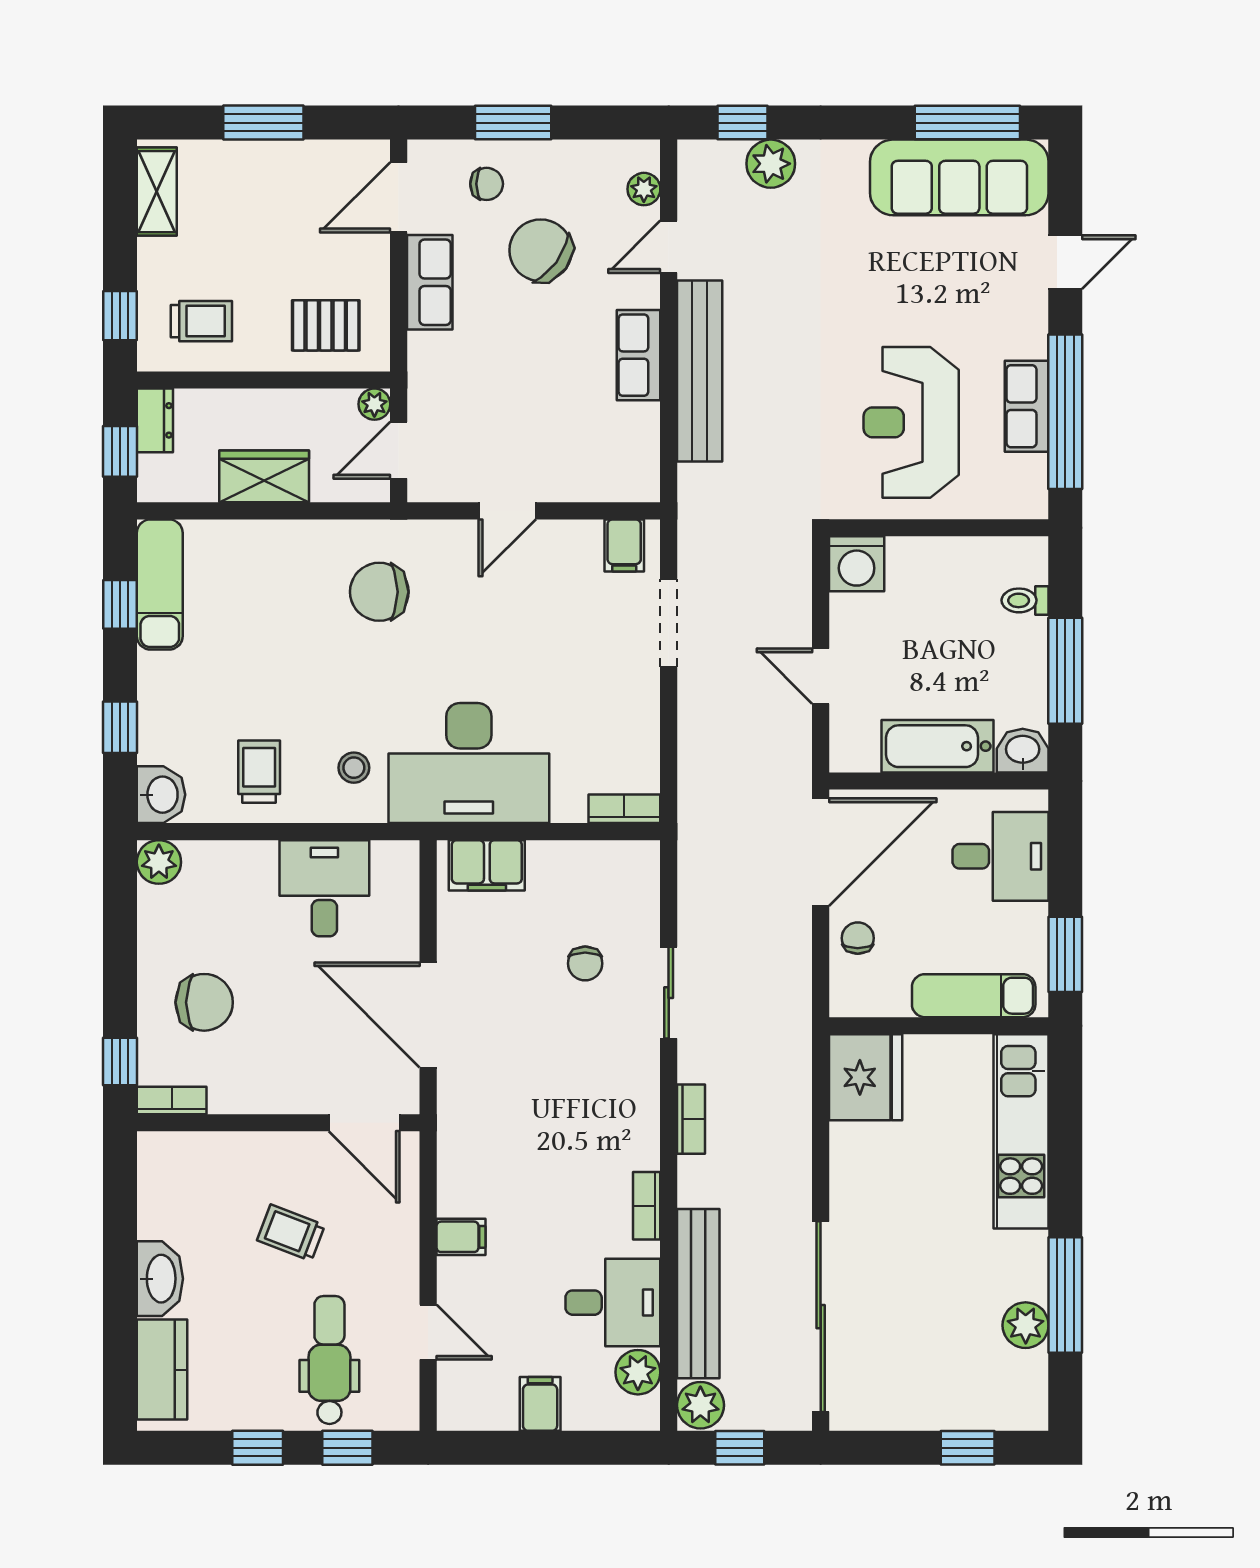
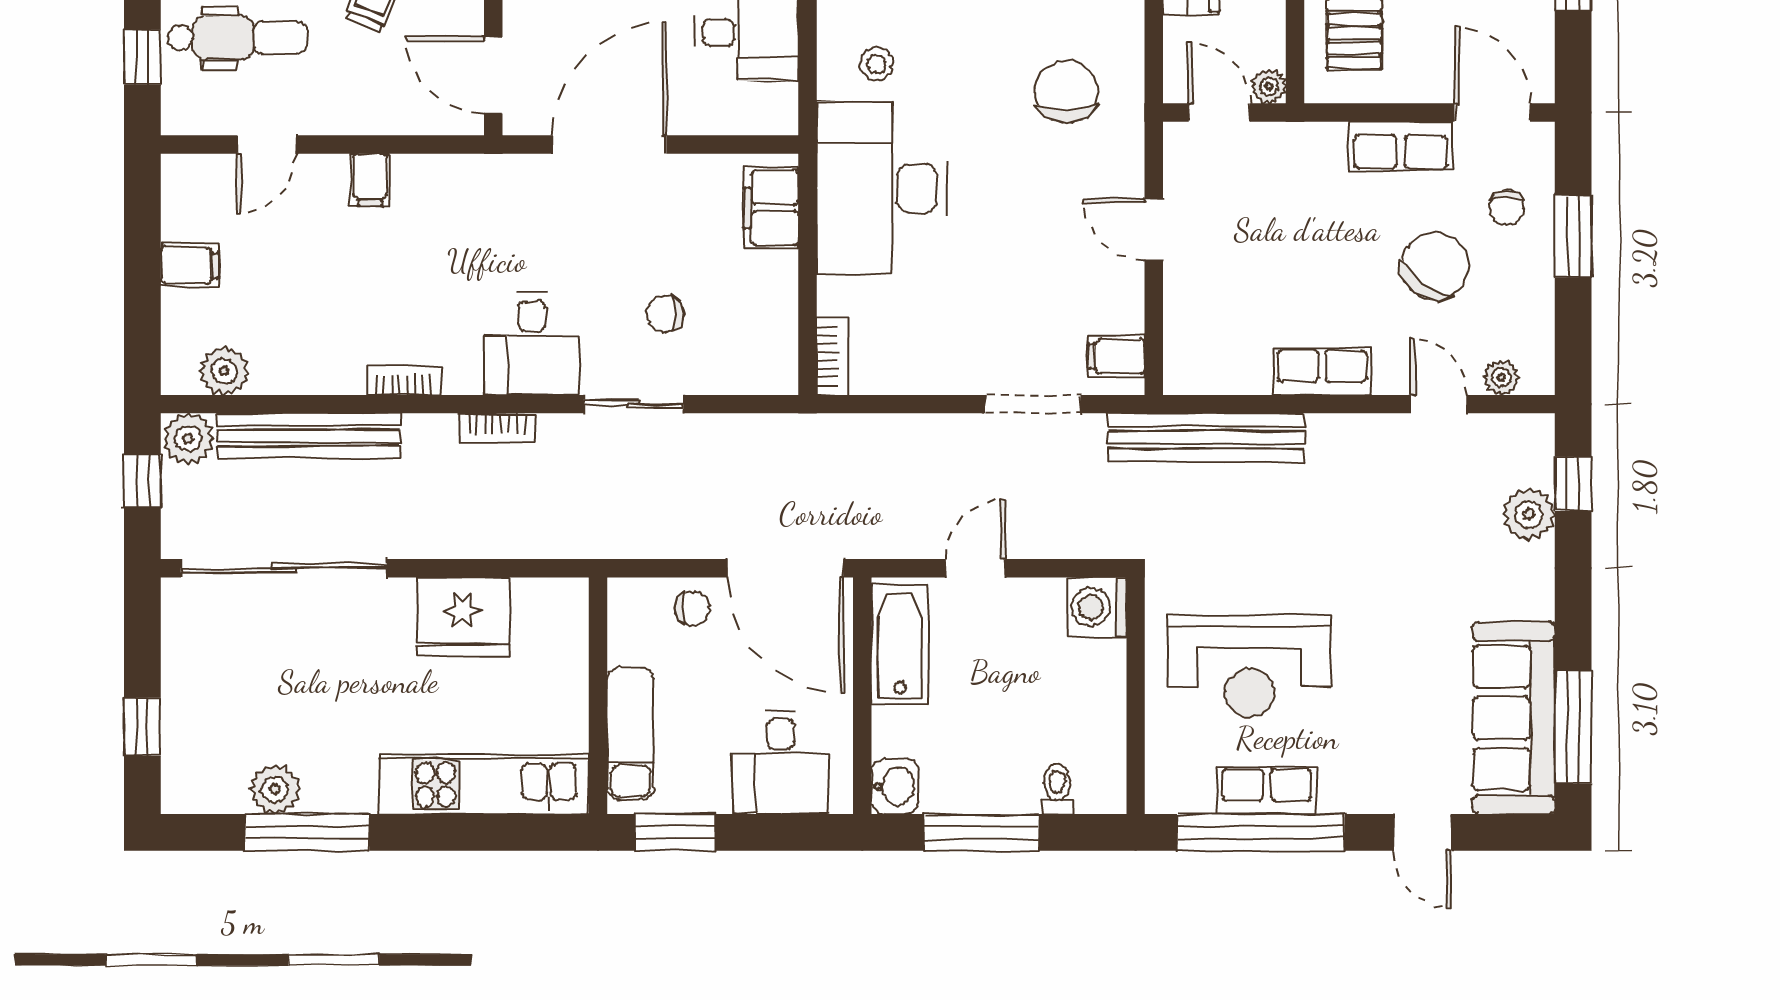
bench: (700, 371) -> (1206, 438), moved
reception desk: (911, 422) -> (1249, 666), turned 180
bathtub: (938, 746) -> (900, 644), moved
fridge: (866, 1077) -> (463, 617), moved
door: (364, 1123) -> (493, 75), hinge flipped
desk: (613, 1303) -> (532, 344), moved

